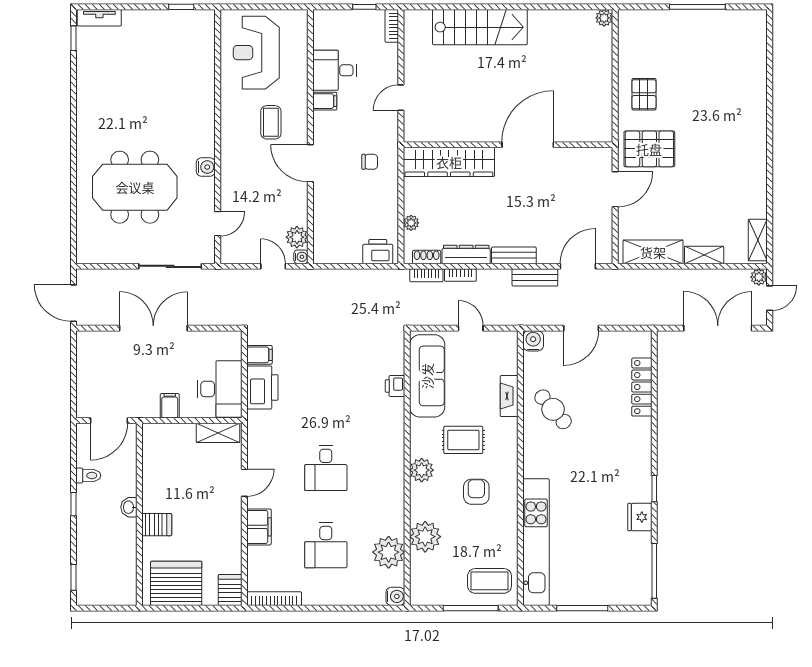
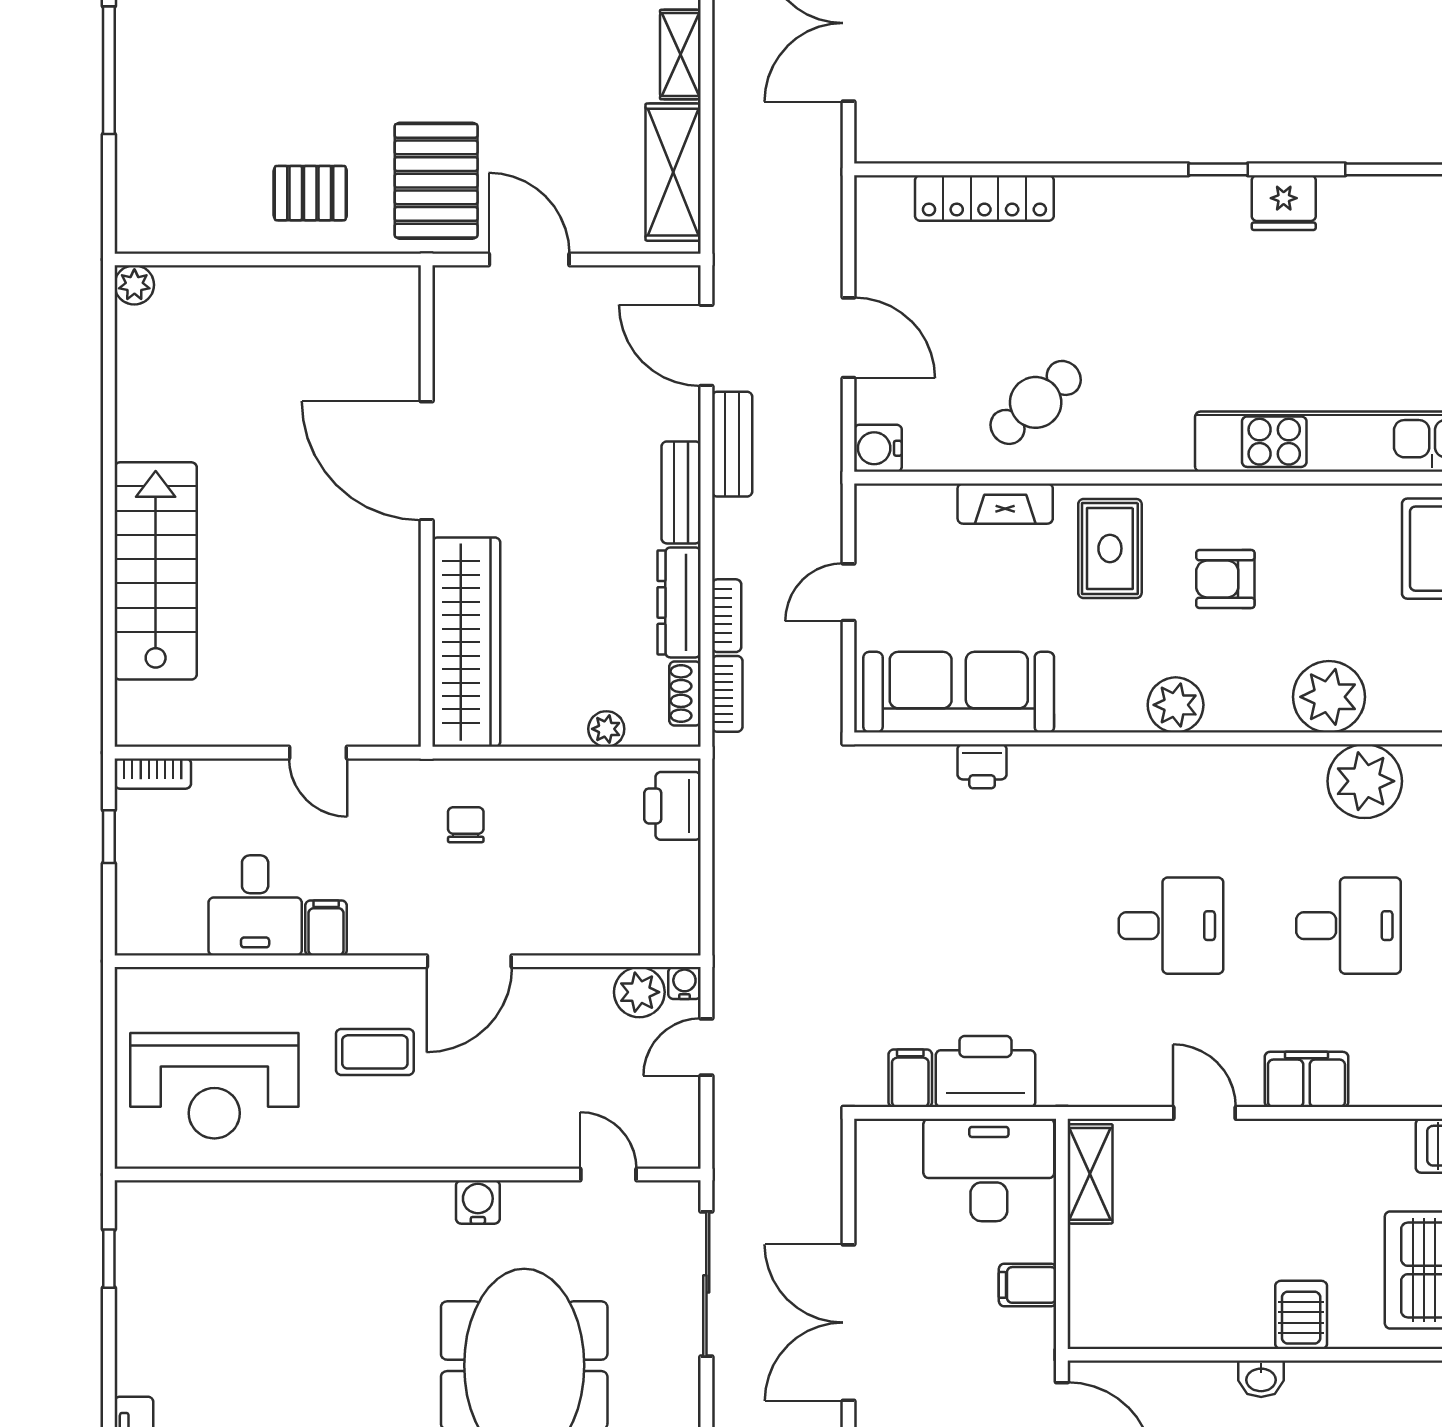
rug: (463, 440) -> (1110, 548), moved

